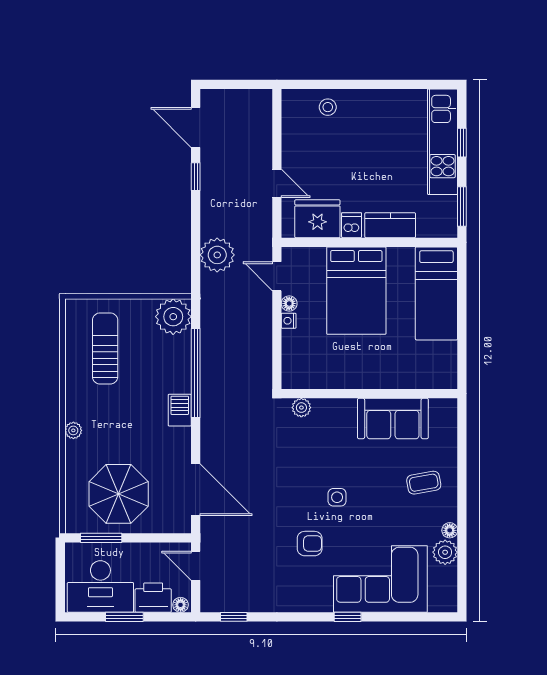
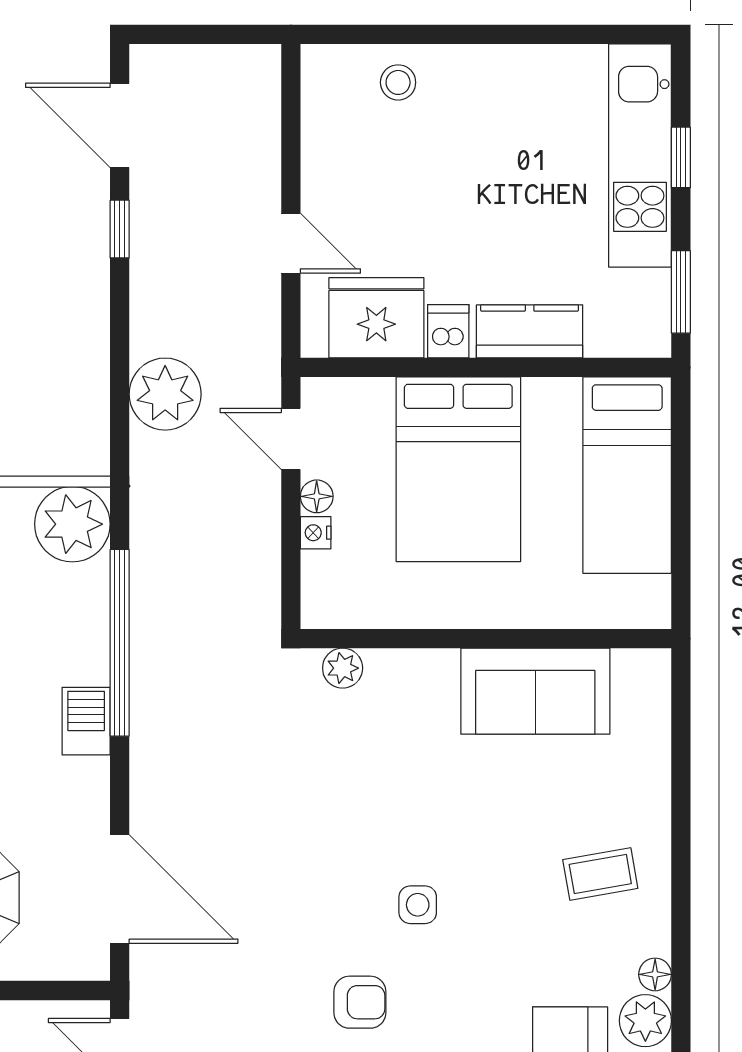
wall: (369, 394) -> (486, 639), moved
plant: (301, 408) -> (343, 668), moved
sofa: (393, 418) -> (535, 691), moved

